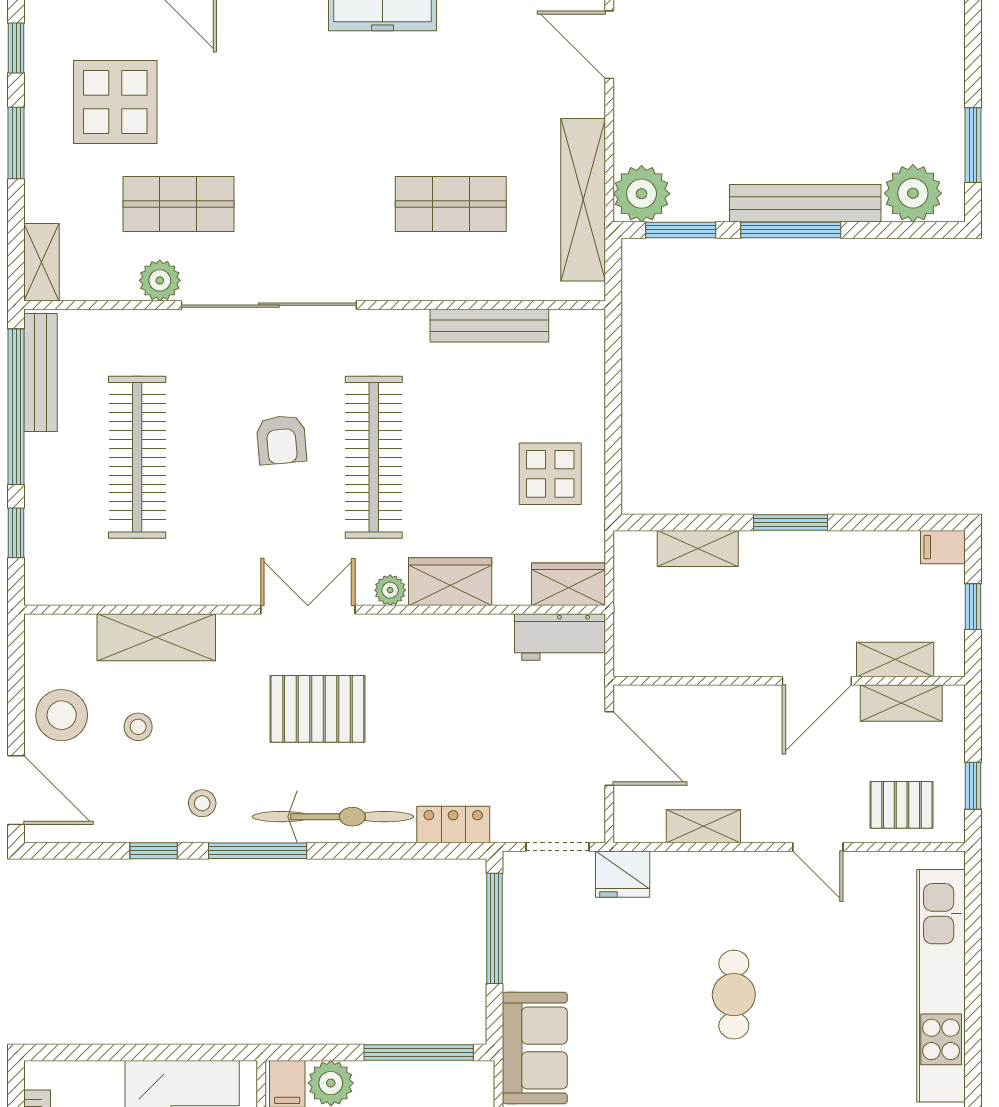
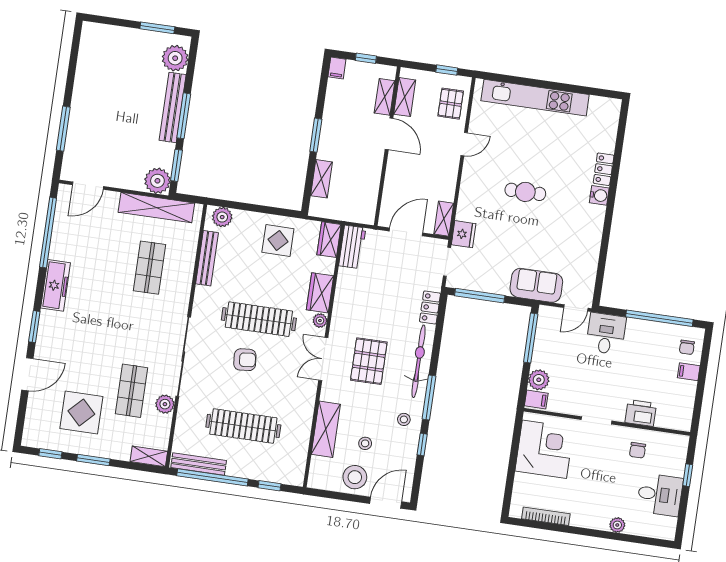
plant: (583, 345) -> (222, 217), added
shelving: (703, 826) -> (444, 219), moved

